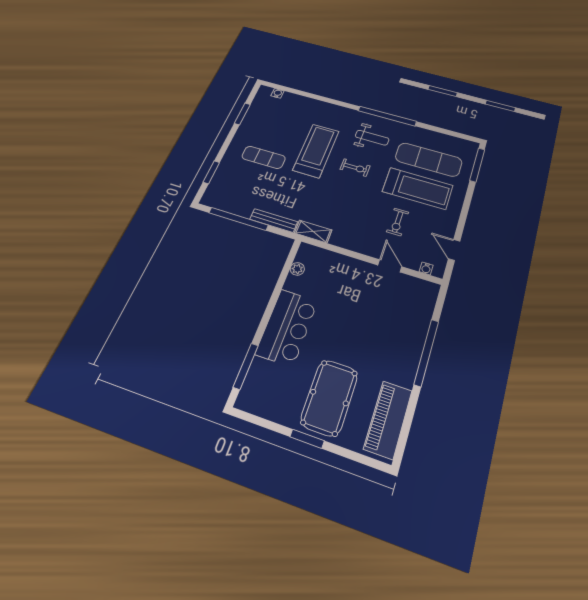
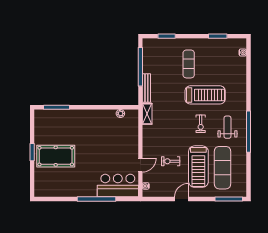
weight bench: (372, 138) -> (227, 127), turned 180
door: (454, 250) -> (182, 199), moved
bar counter: (287, 327) -> (118, 186), moved, turned 180
piano: (388, 419) -> (55, 189), removed

